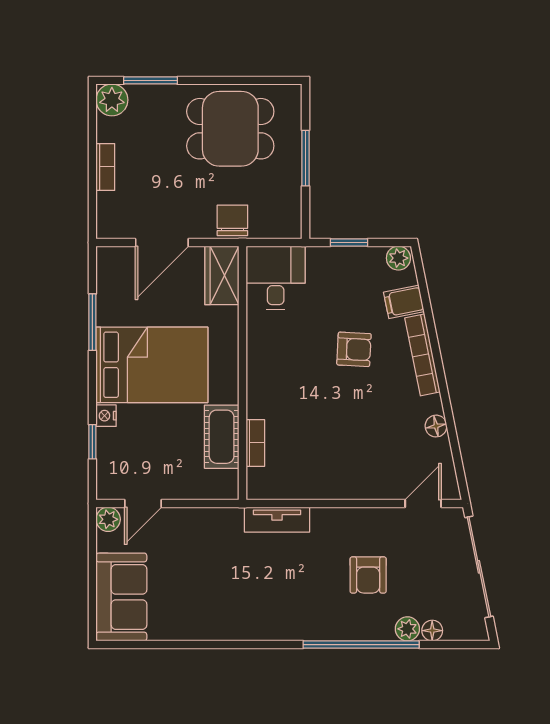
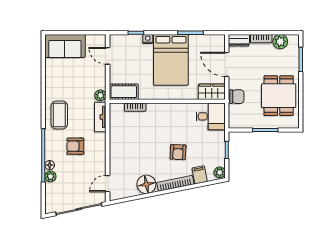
plant: (112, 100) -> (280, 42), moved
dresser: (109, 216) -> (239, 40), added
floor lamp: (436, 426) -> (146, 184), width x1.89, depth x1.89
cot: (222, 437) -> (124, 92), moved
door: (423, 503) -> (108, 184), swing flipped
plant: (108, 519) -> (100, 95), moved
armchair: (368, 575) -> (75, 146), moved
coffee table: (273, 610) -> (59, 115), added
floor lamp: (432, 631) -> (50, 165), moved

